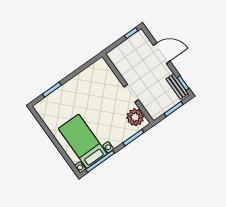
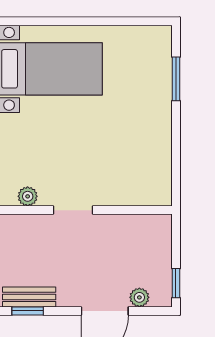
plant: (147, 43) -> (139, 297), added
plant: (135, 117) -> (28, 196), width x0.53, depth x0.53

